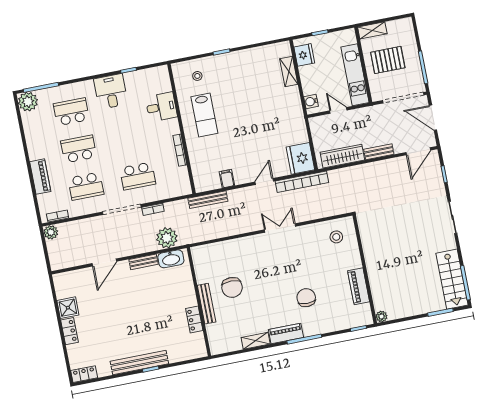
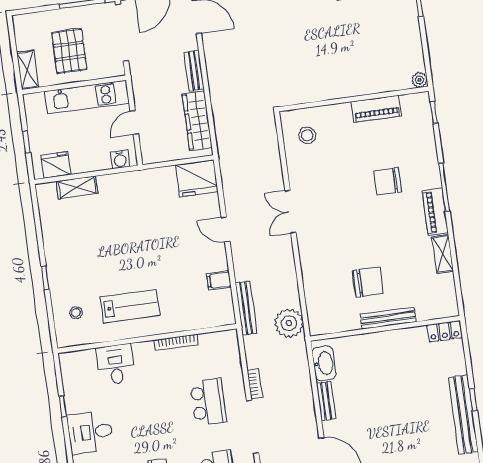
bookcase: (302, 182) -> (229, 178), removed
plant: (167, 238) -> (289, 323), moved
locker: (194, 320) -> (444, 331), moved

